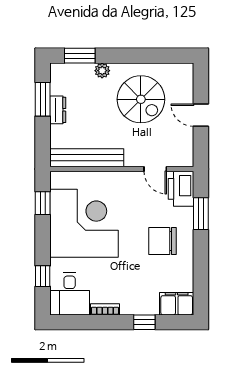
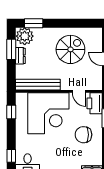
plant: (102, 71) -> (25, 36), moved, width x1.87, depth x1.87
spiral stairs: (141, 99) -> (70, 49), turned -90
corner desk: (84, 223) -> (48, 113), moved, turned 90

